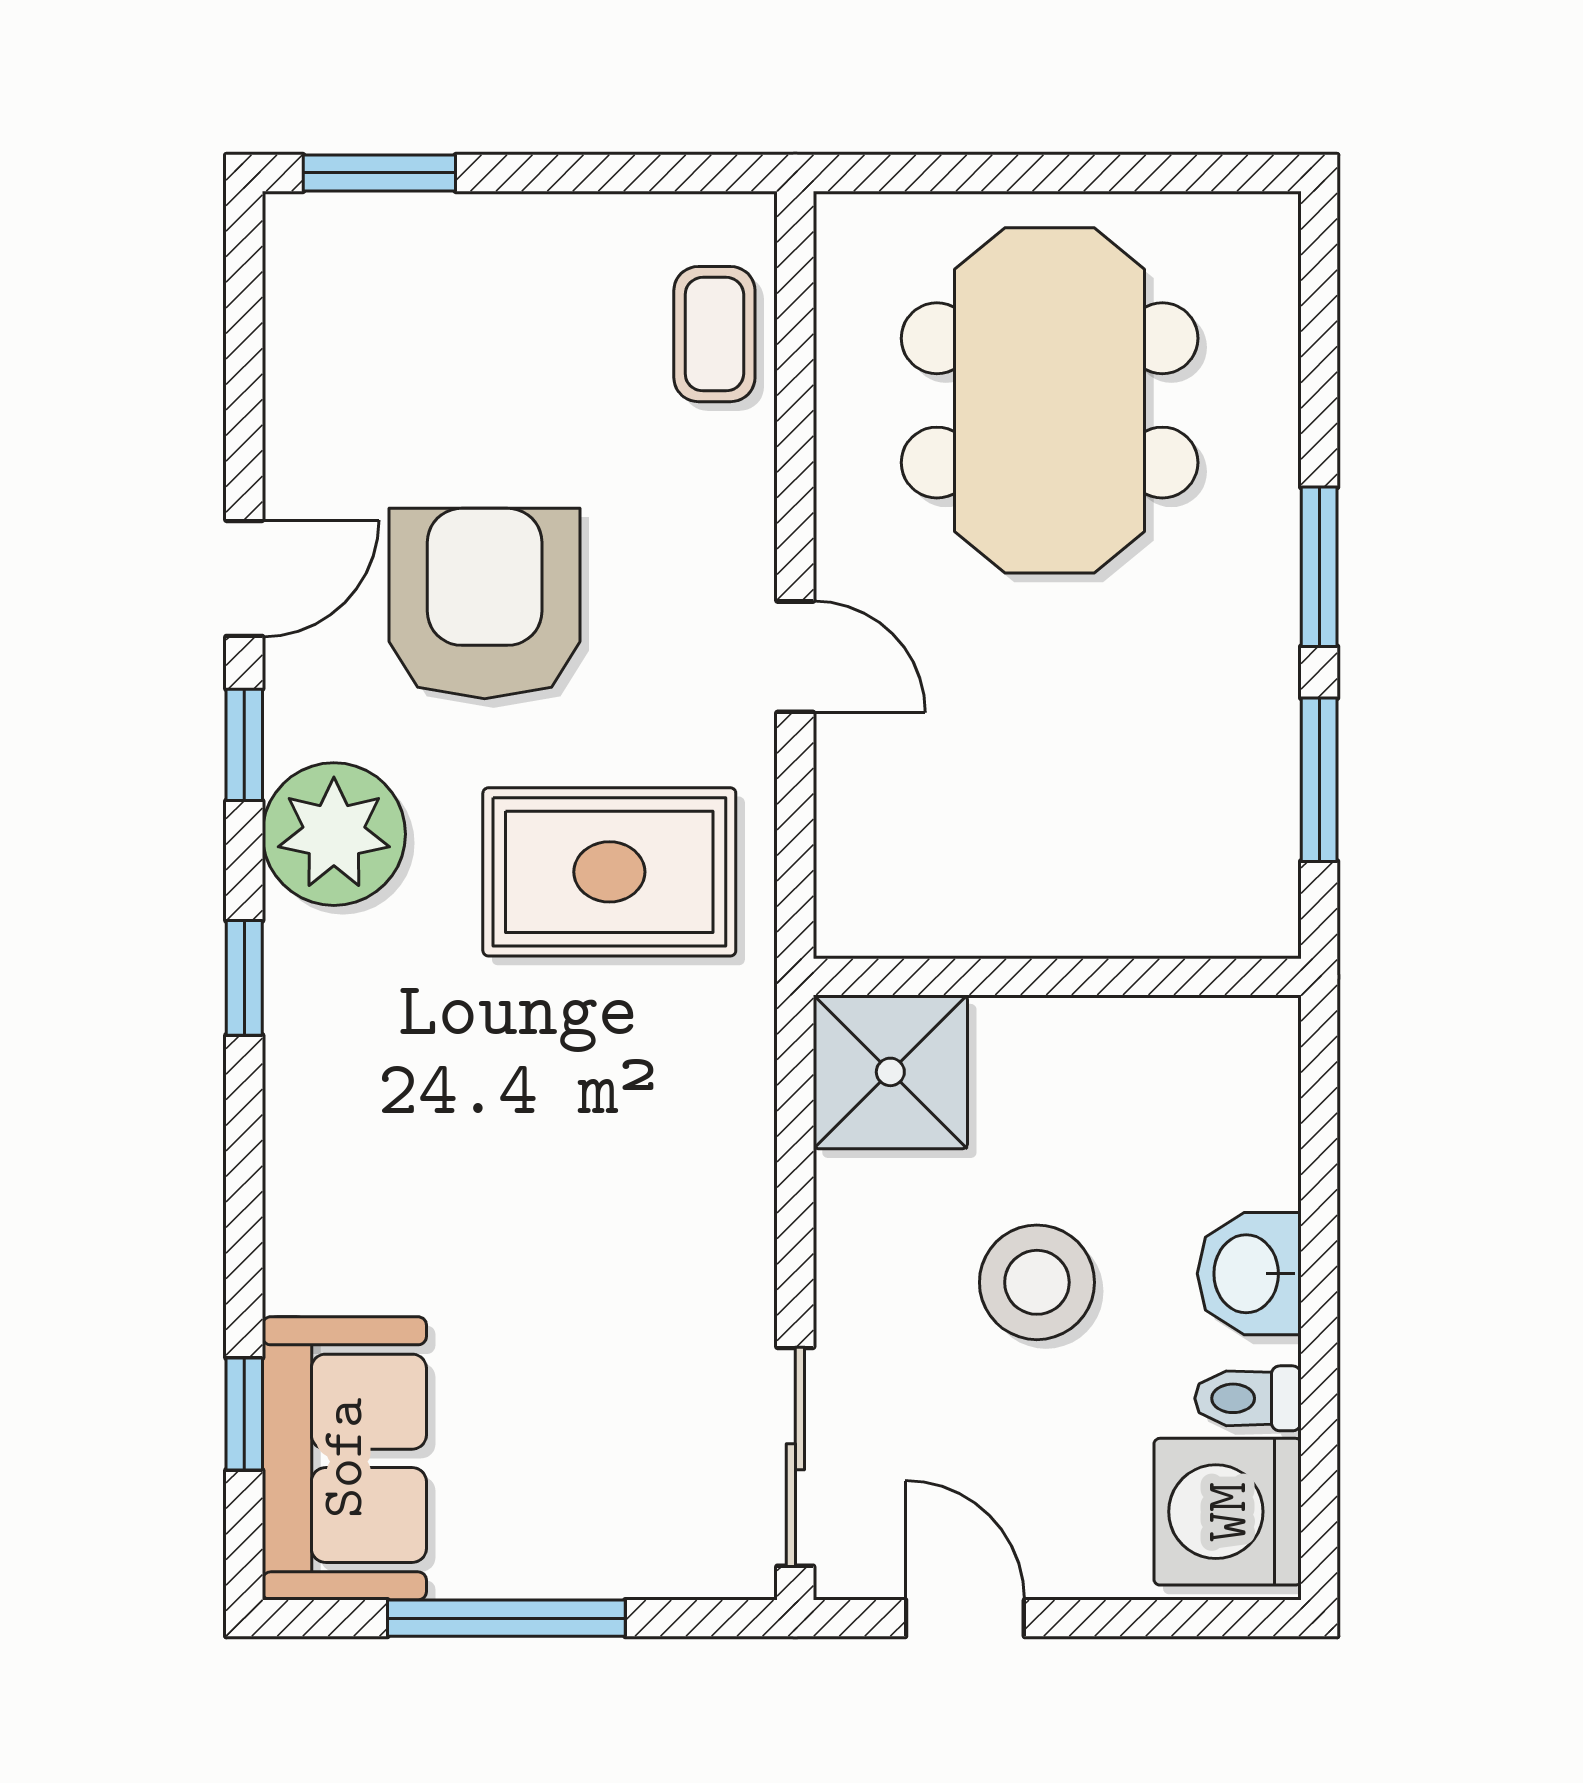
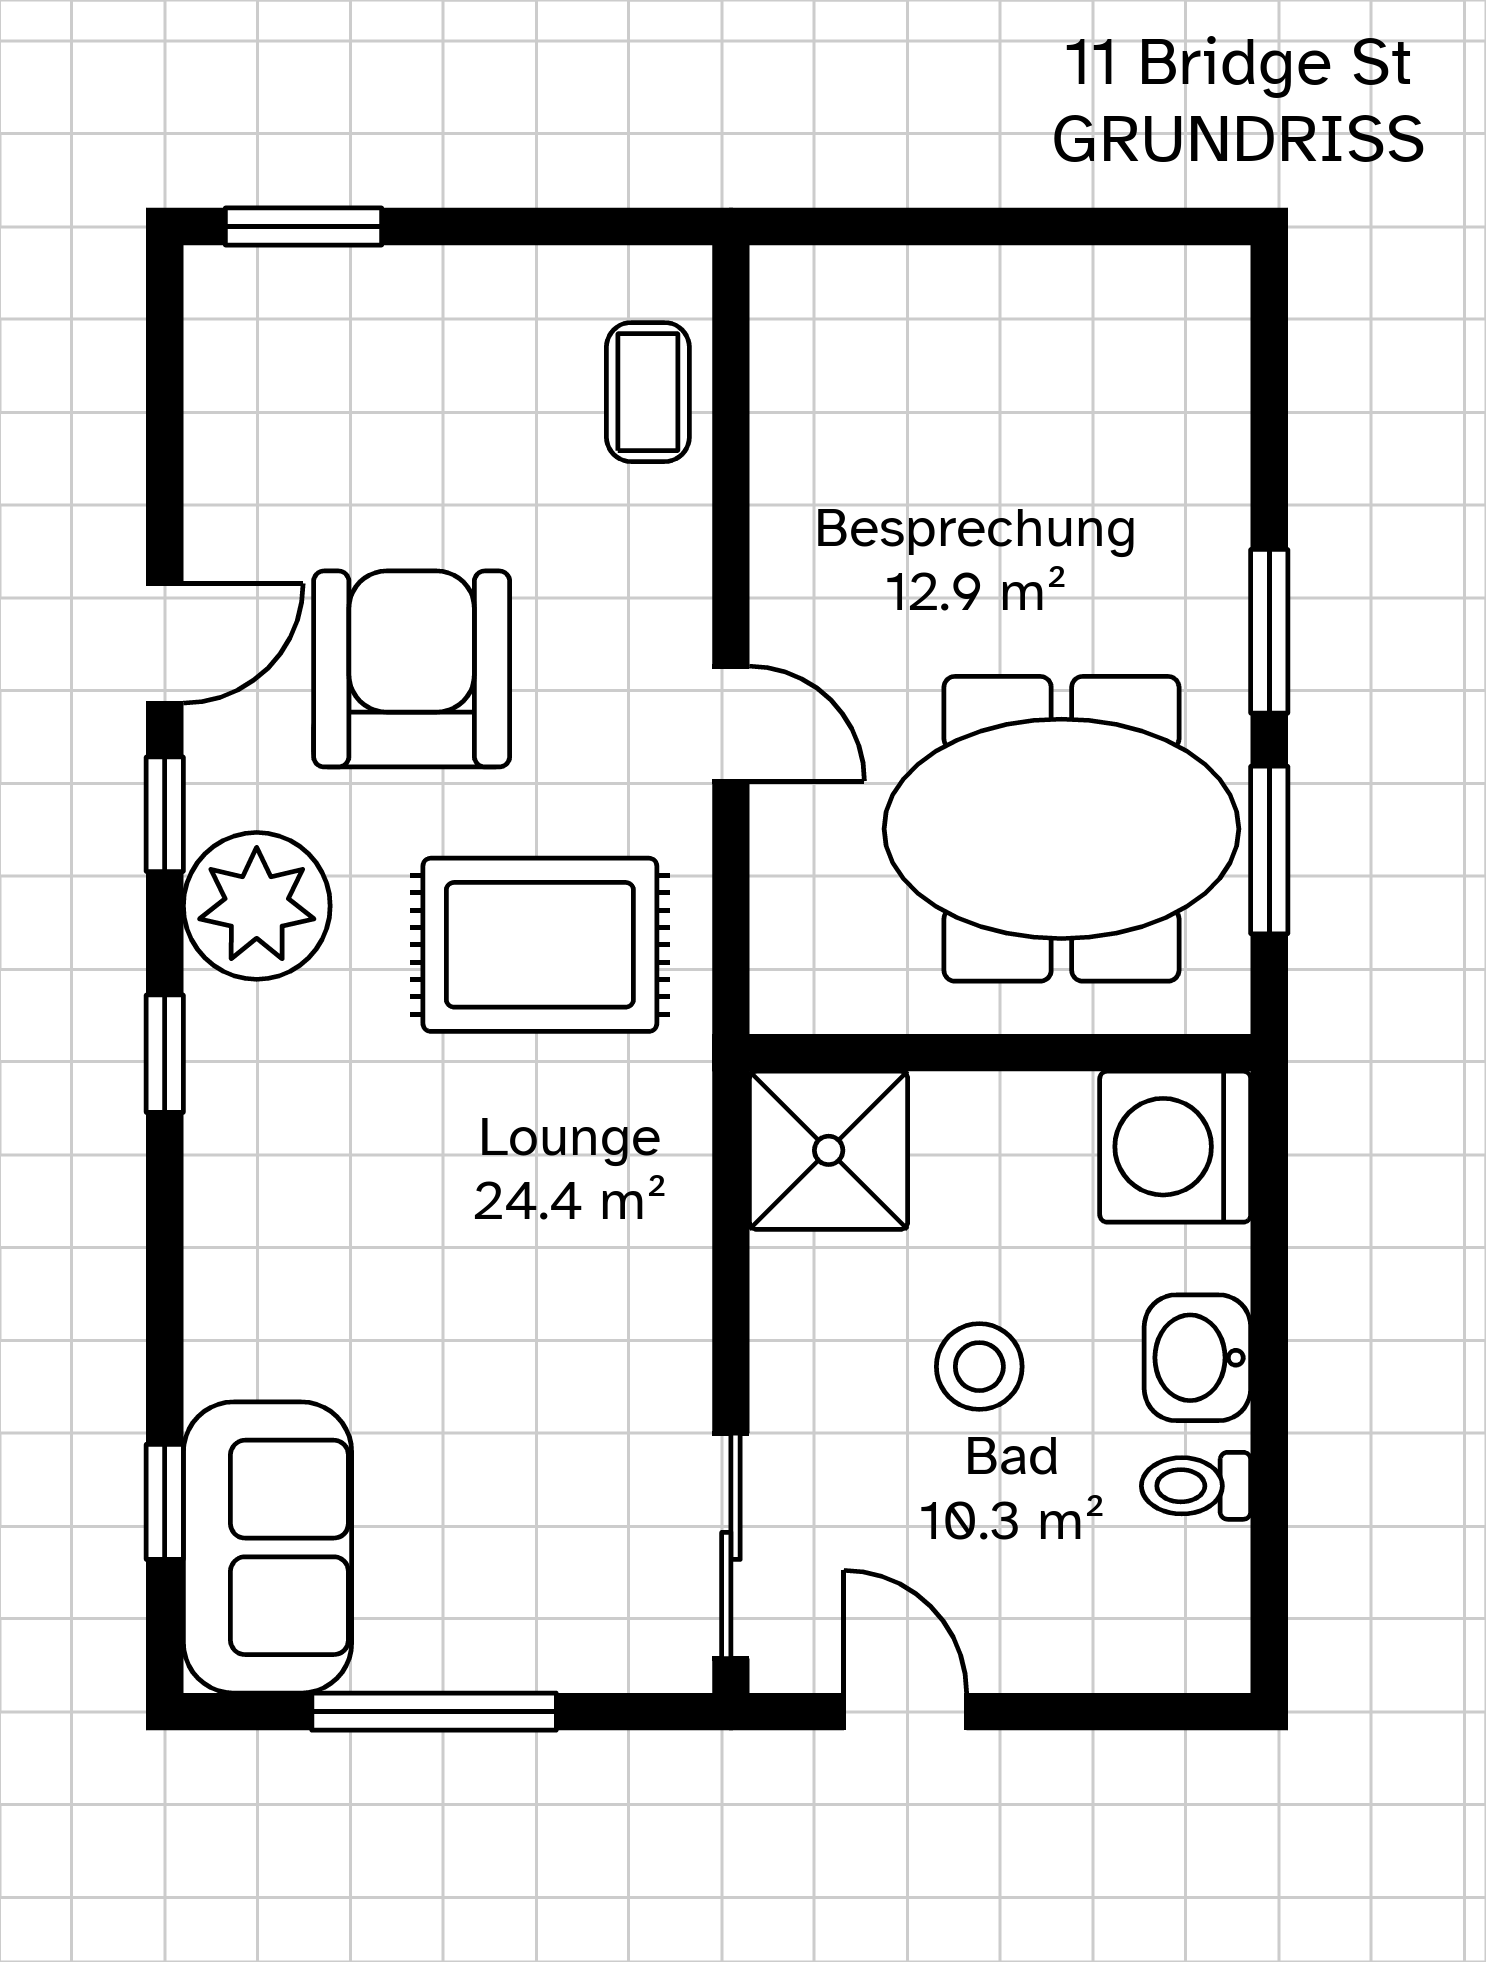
meeting table: (1050, 400) -> (1061, 829), moved, turned 90
stool: (1037, 1282) -> (979, 1367), width x0.73, depth x0.73
washing machine: (1228, 1512) -> (1175, 1147), moved

